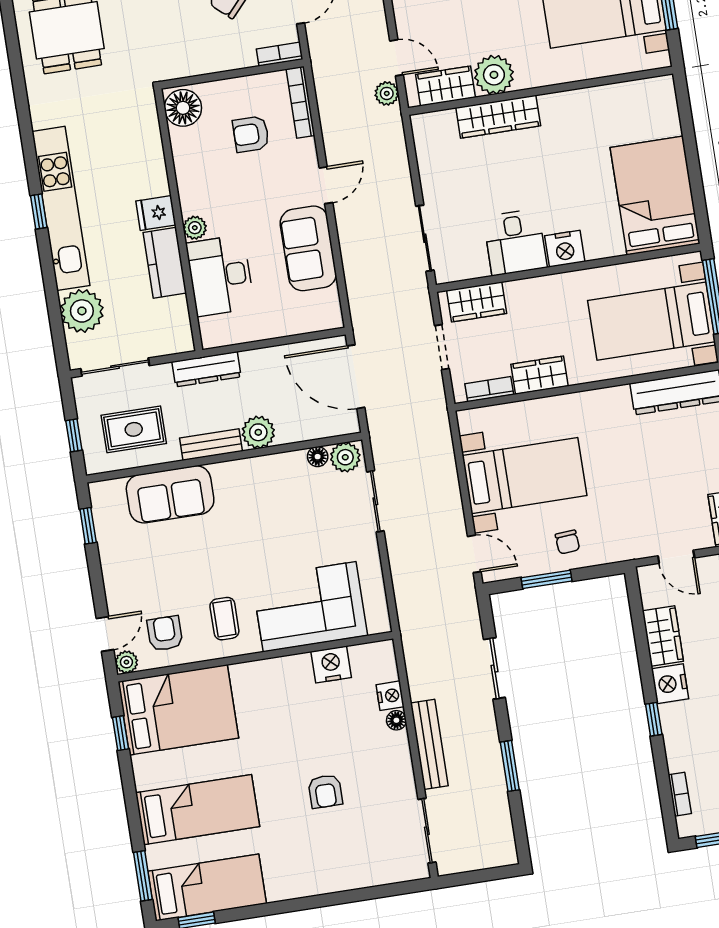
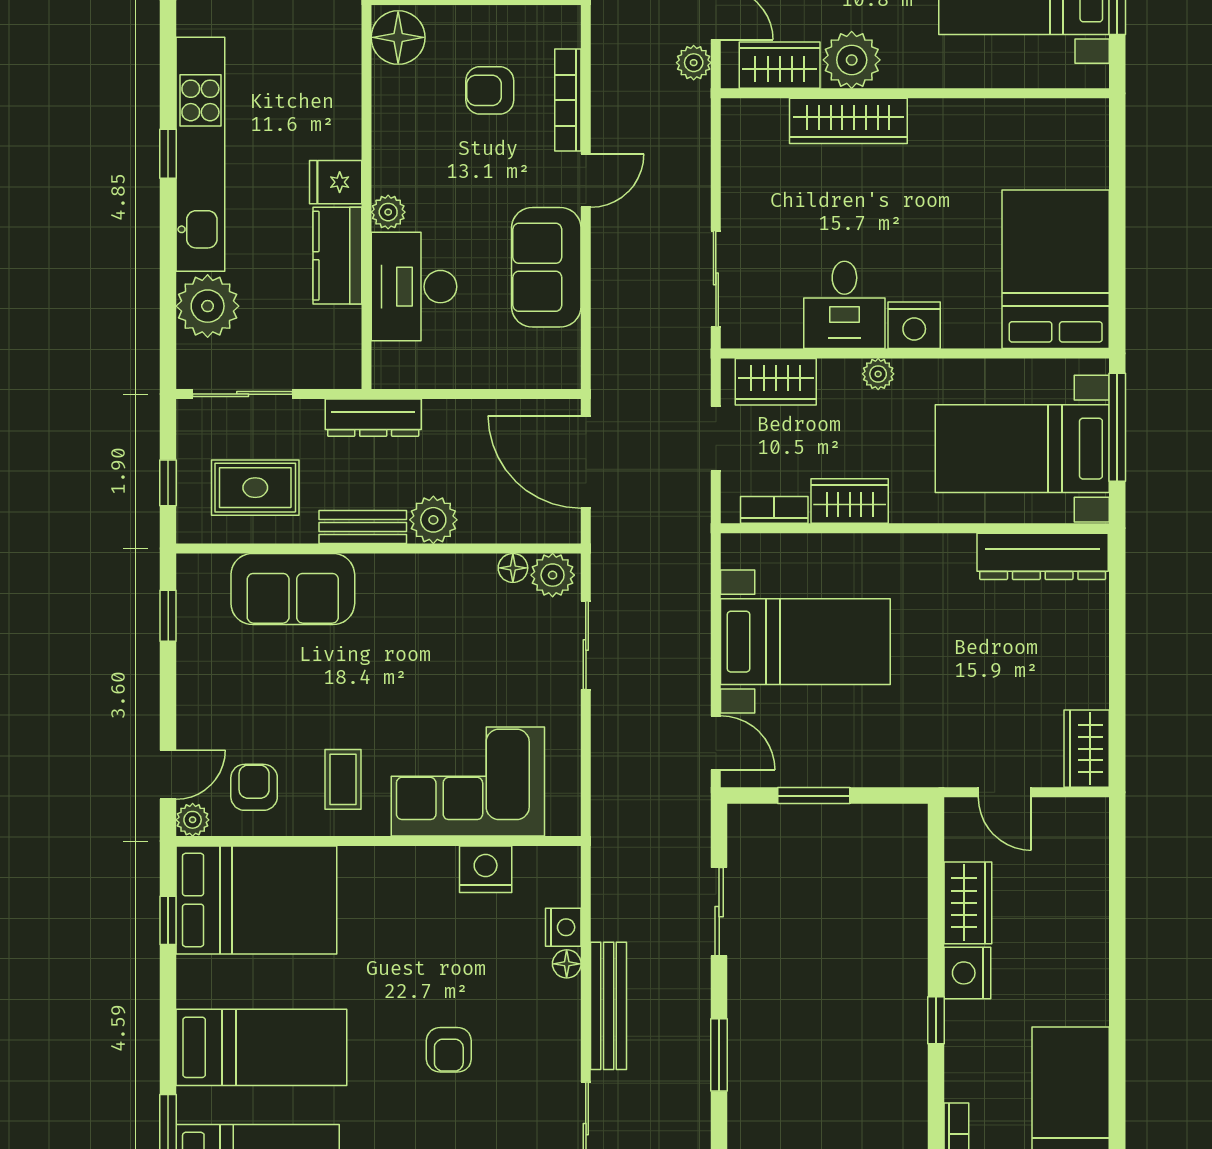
bookcase: (300, 102) -> (568, 100), moved
plant: (545, 286) -> (878, 374), added
chair: (567, 542) -> (852, 747), removed

